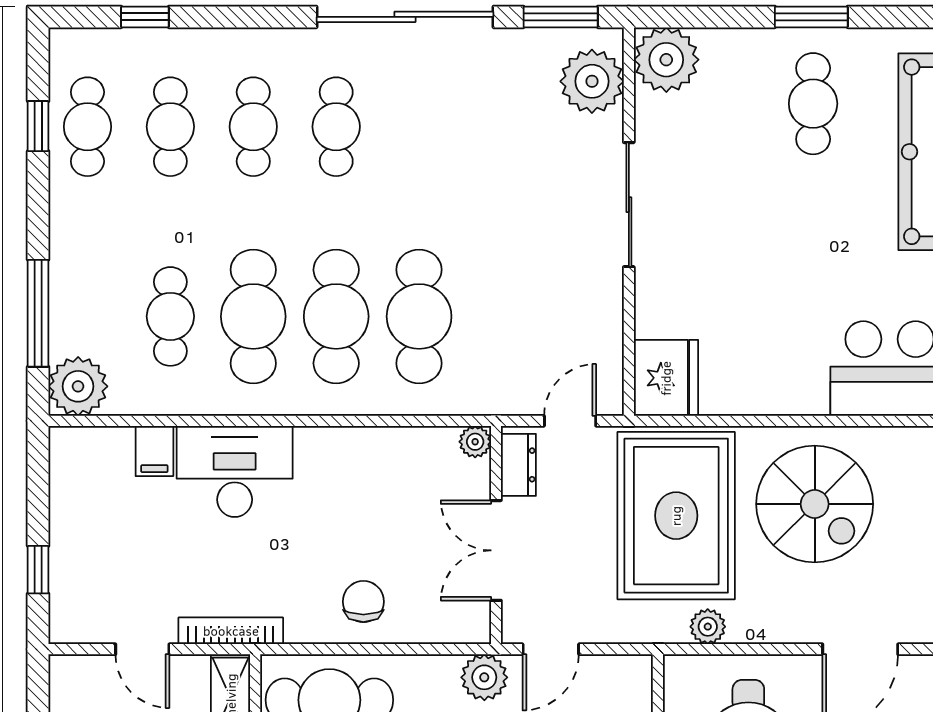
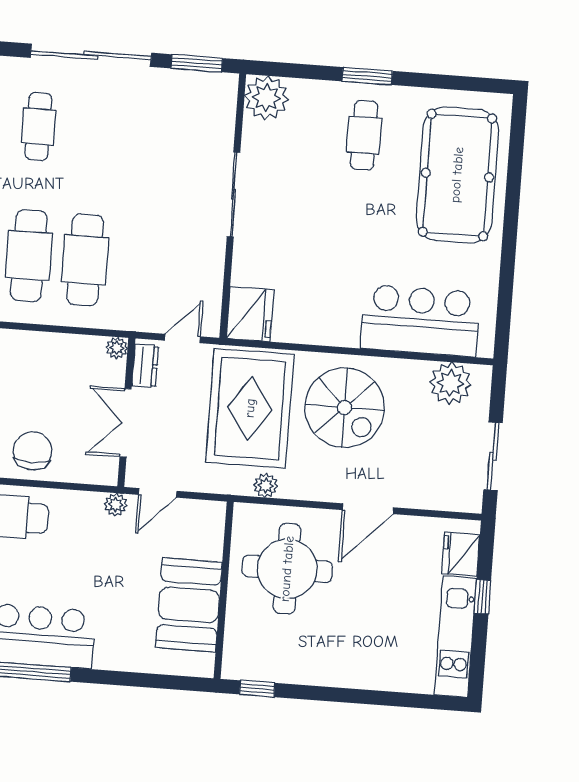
plant: (592, 81) -> (215, 109), removed
chair: (363, 602) -> (33, 451), width x1.37, depth x1.37
plant: (484, 677) -> (116, 505), width x0.73, depth x0.73

